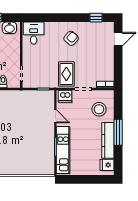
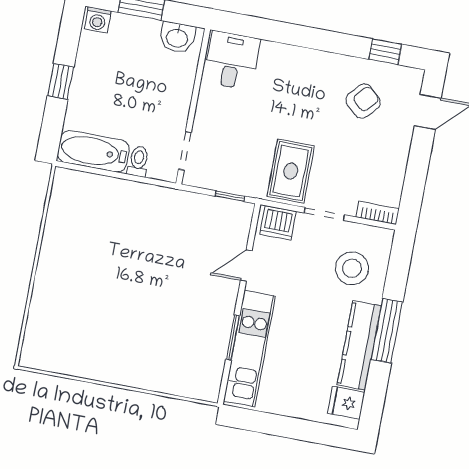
armchair: (71, 38) -> (363, 101), moved
door: (55, 116) -> (246, 266), swing flipped

